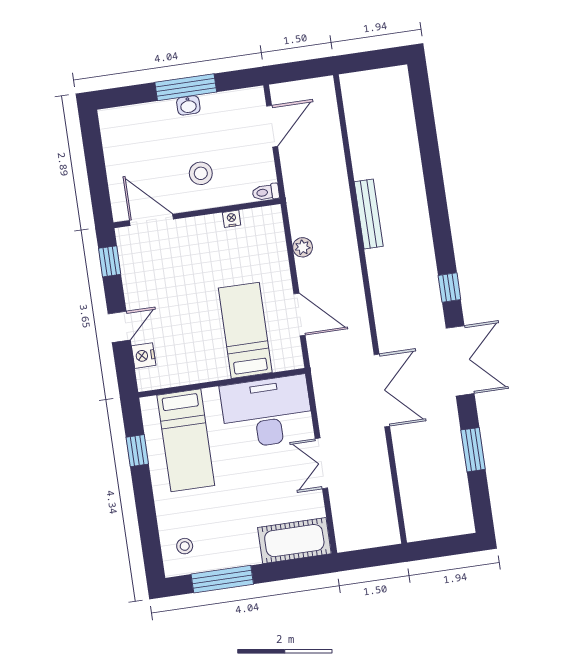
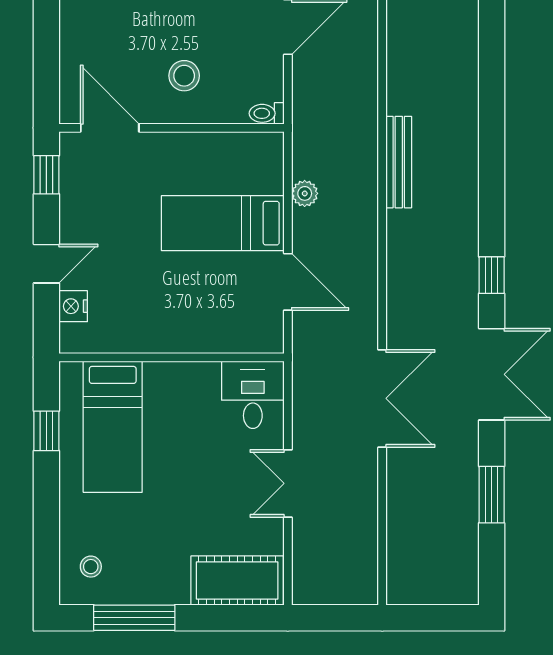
nightstand: (232, 219) -> (216, 142), removed
bed: (245, 330) -> (223, 223), moved, turned -90
desk: (267, 412) -> (253, 395), width x0.53, depth x0.77

